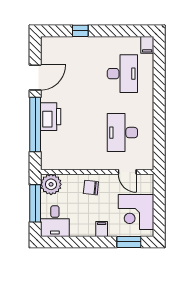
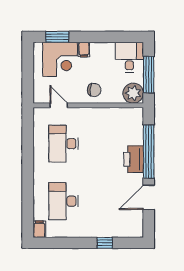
desk: (122, 133) -> (64, 144), turned 180
corner desk: (136, 212) -> (60, 59), moved, turned 90

